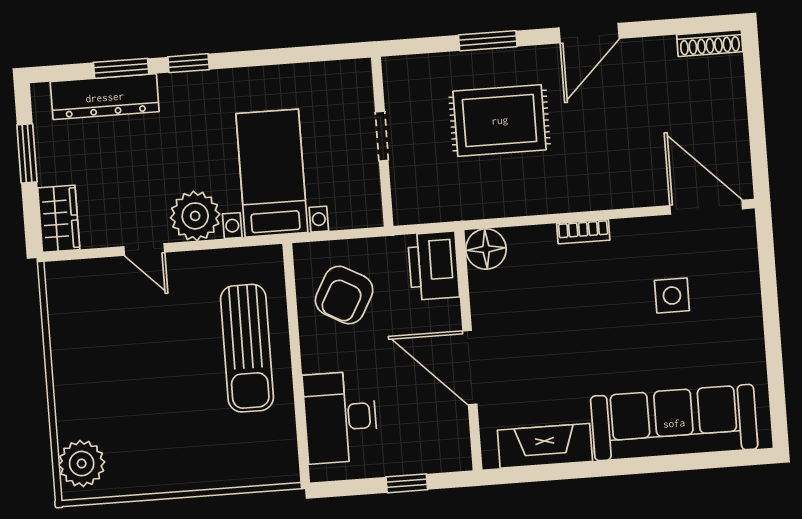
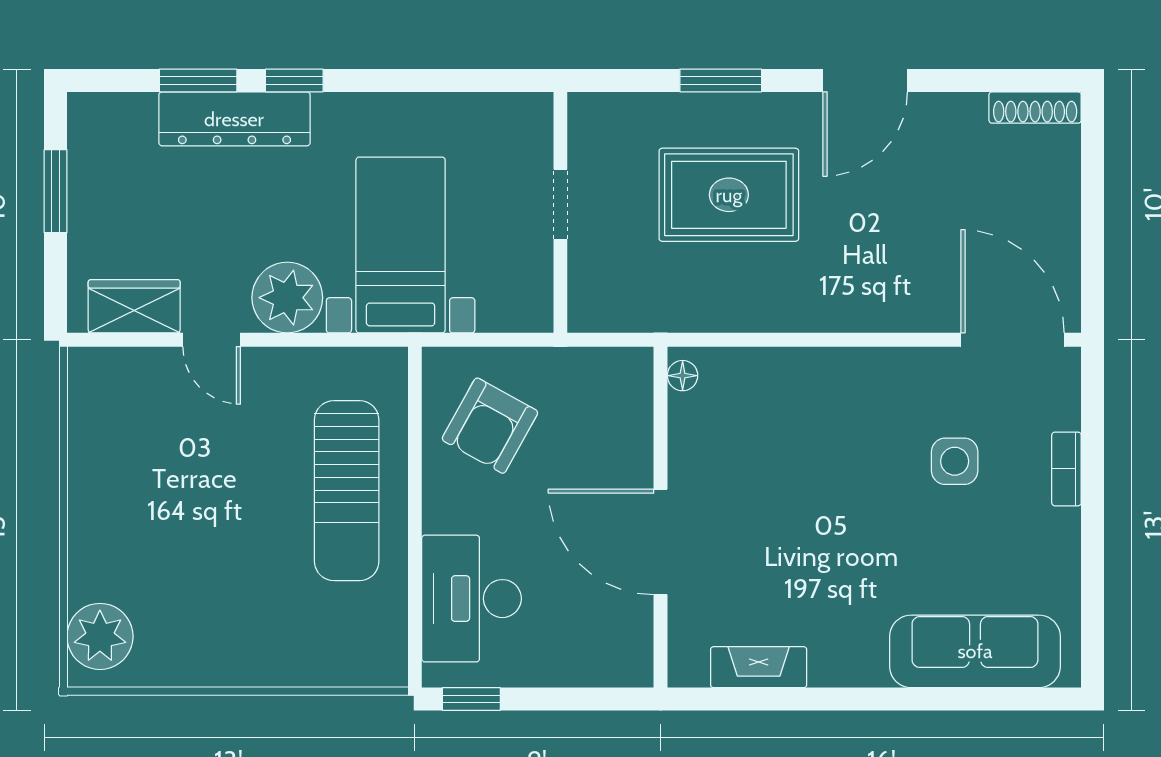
dresser: (105, 97) -> (234, 119), moved
wardrobe: (59, 219) -> (134, 306), moved, turned -90
bookcase: (583, 232) -> (1066, 469), moved, turned 90
floor lamp: (486, 249) -> (683, 376), width x0.53, depth x0.53
printer: (434, 266) -> (620, 394), removed
sofa: (674, 423) -> (975, 651), width x0.74, depth x0.79
fireplace: (545, 446) -> (759, 667), width x0.73, depth x0.76
window: (407, 483) -> (471, 699), moved

